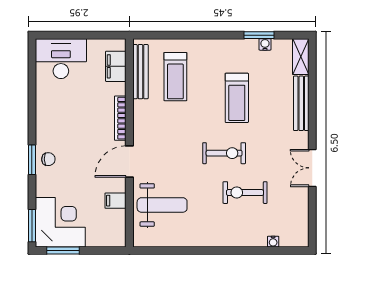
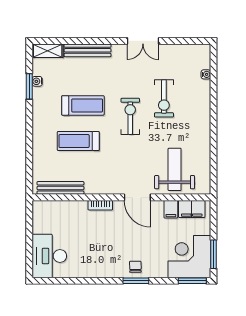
filing cabinet: (116, 66) -> (192, 209), moved
treadmill: (175, 77) -> (78, 141), moved, turned 180
bookcase: (120, 118) -> (100, 205), width x0.64

